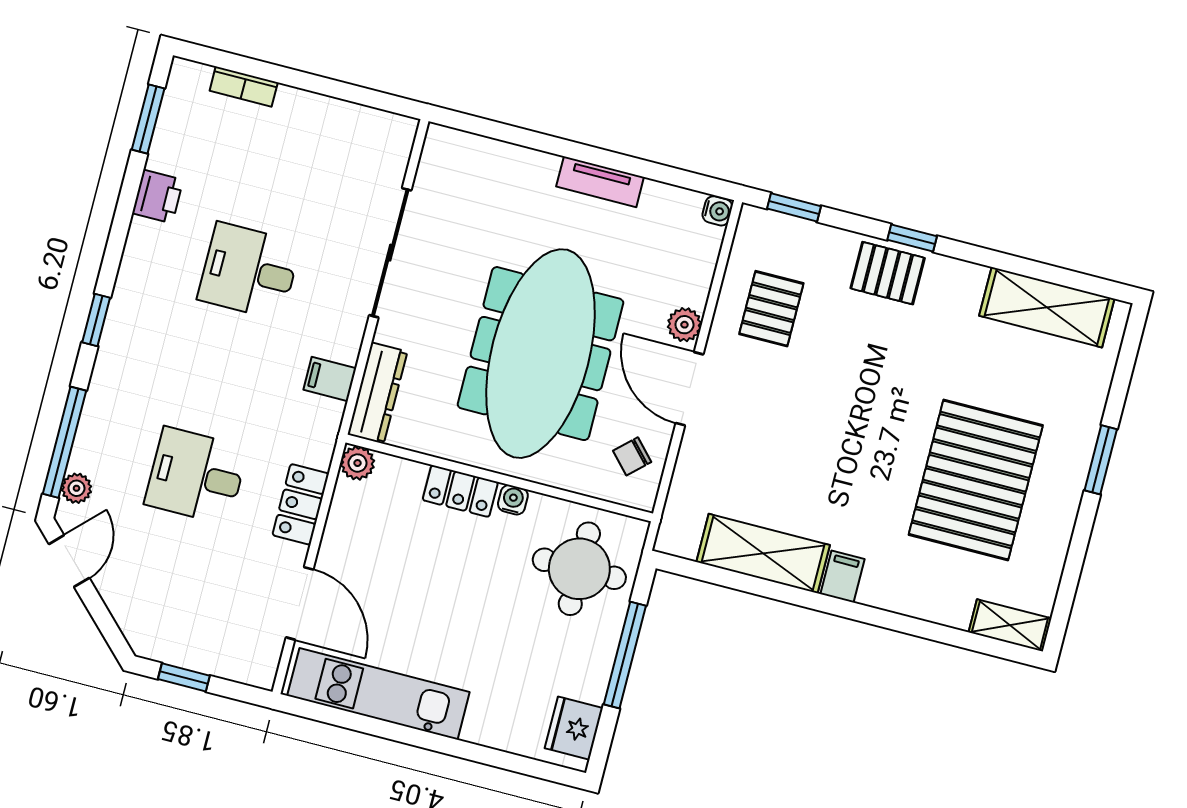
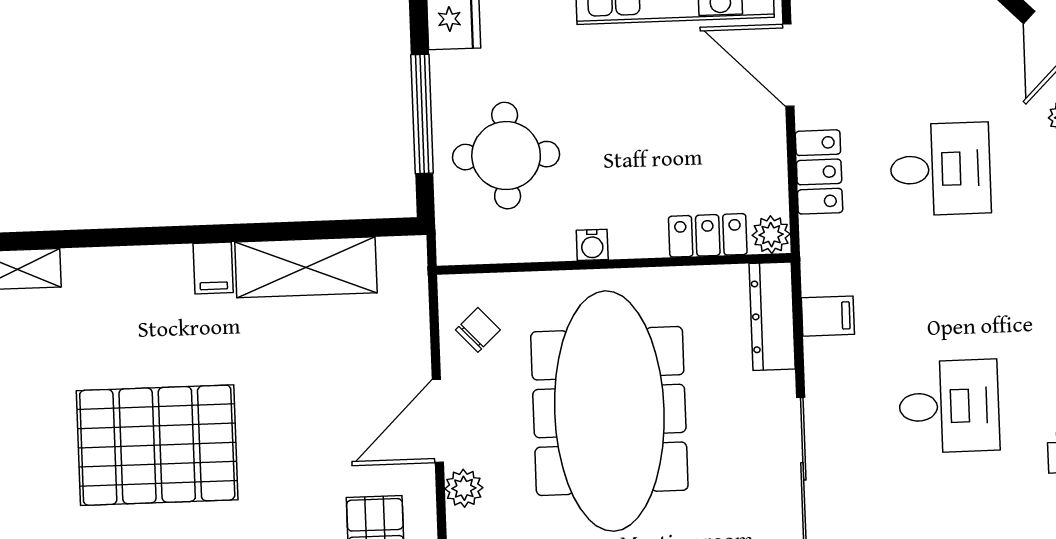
door: (690, 389) -> (438, 421), swing flipped
pallet: (976, 480) -> (157, 445), moved, turned 90
locker: (460, 491) -> (708, 235), moved
round table: (579, 569) -> (506, 156), moved

